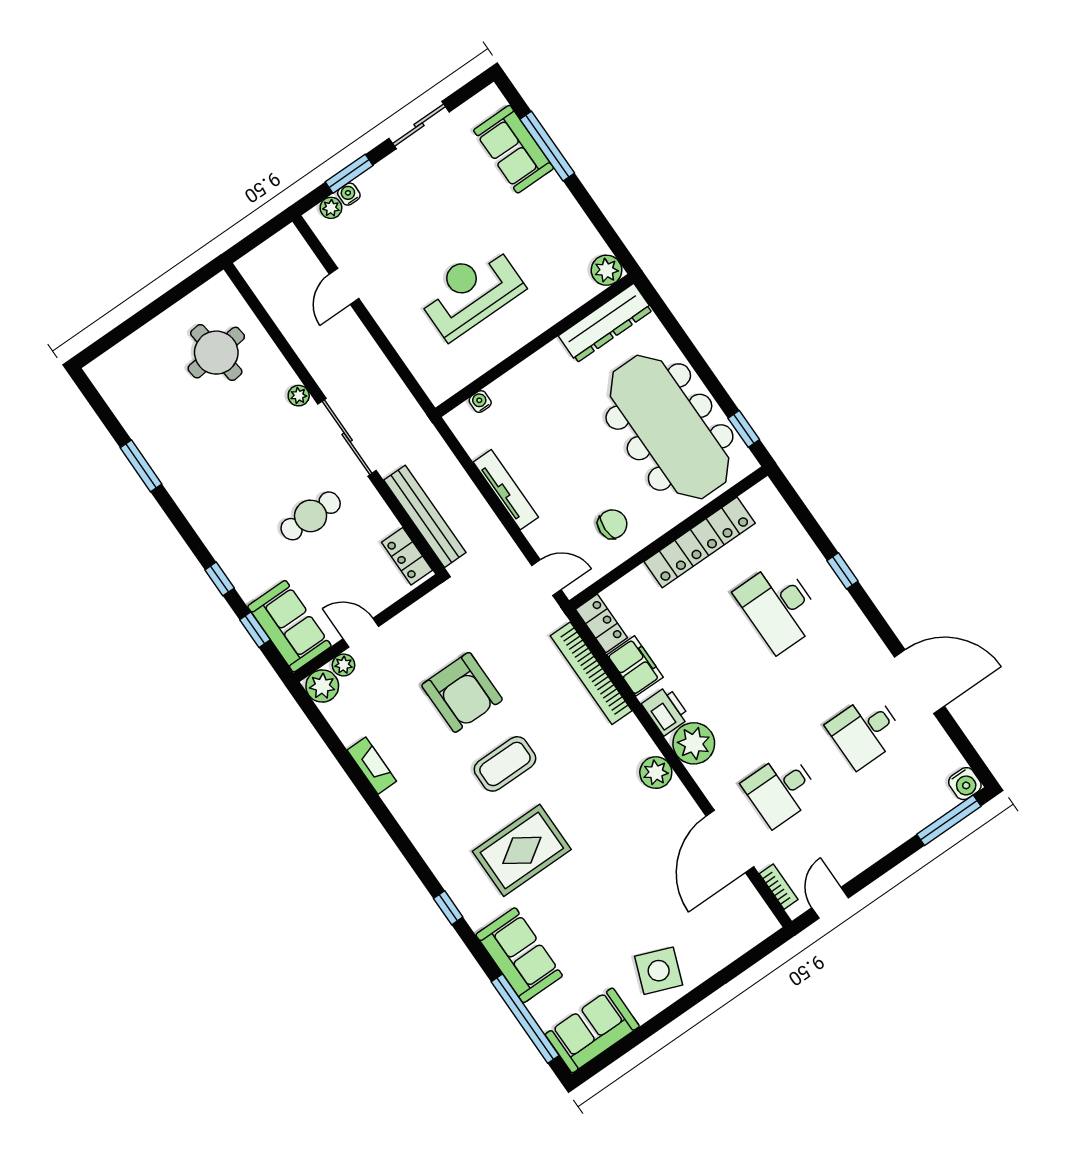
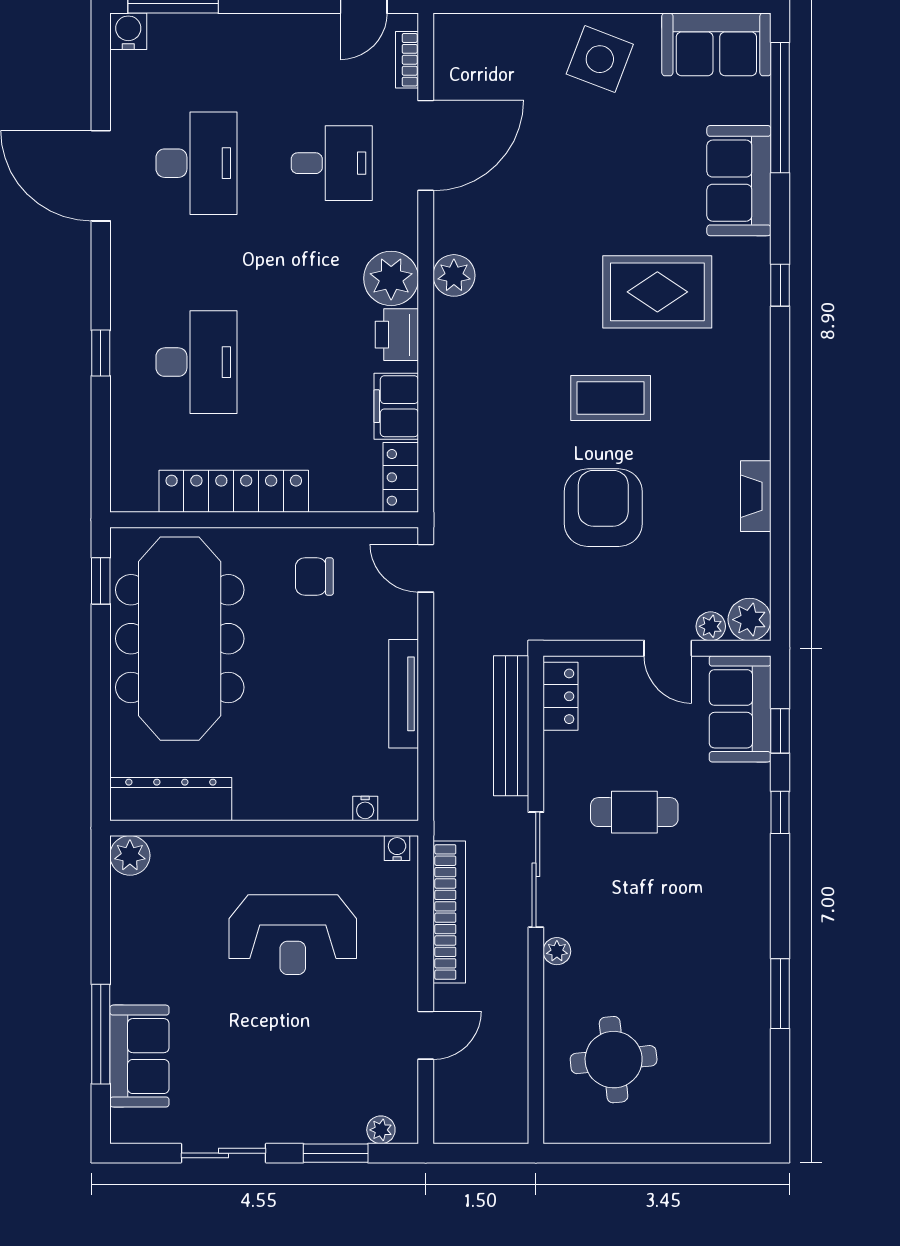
water cooler: (349, 194) -> (397, 848), moved, turned 180
bookcase: (591, 673) -> (449, 912), moved
desk: (865, 731) -> (197, 163), width x1.37

